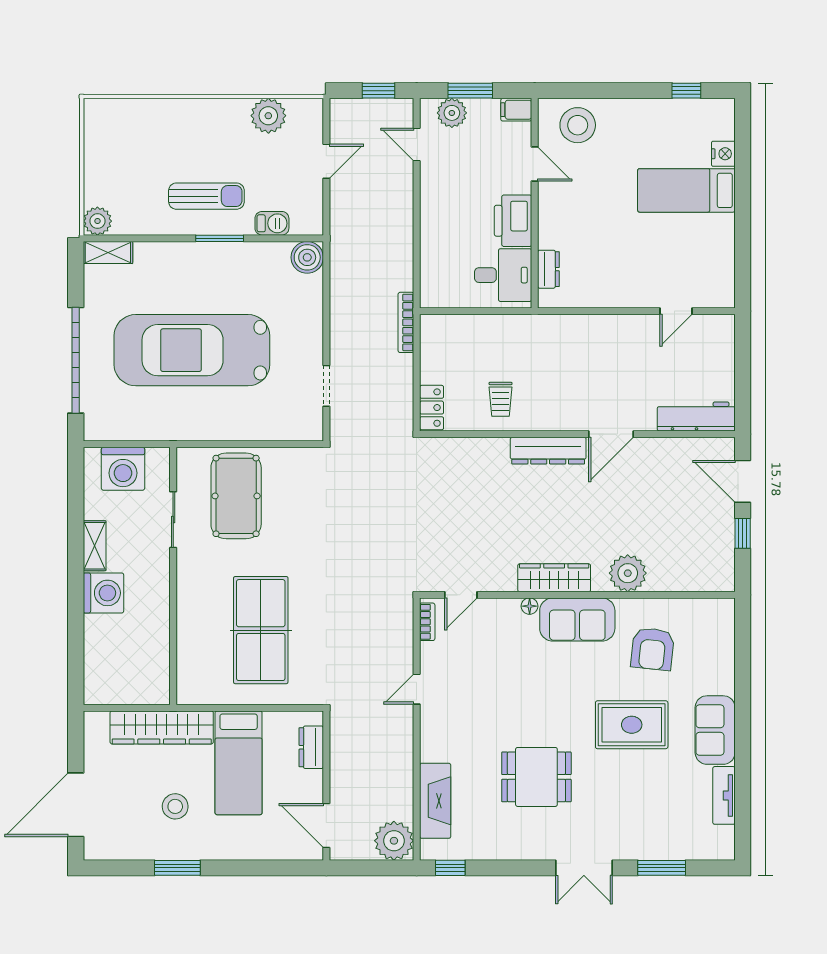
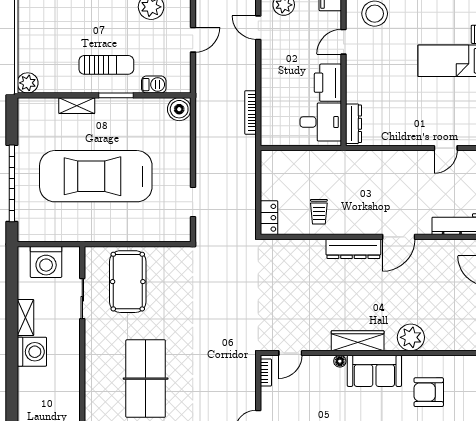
door: (535, 164) -> (344, 42), swing flipped
shelving: (108, 252) -> (77, 106), moved
dresser: (548, 269) -> (353, 124), width x1.44
bookcase: (406, 322) -> (251, 112), moved
armchair: (652, 649) -> (429, 392), turned 84

